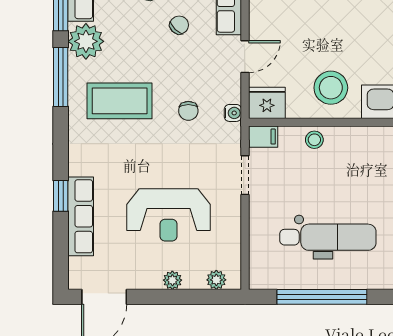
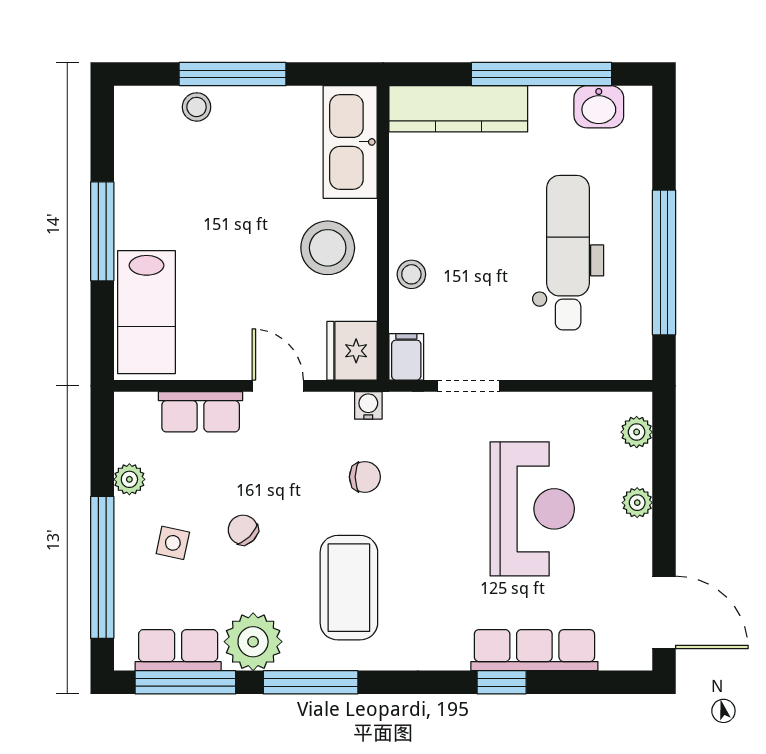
chair: (179, 25) -> (243, 530), moved

